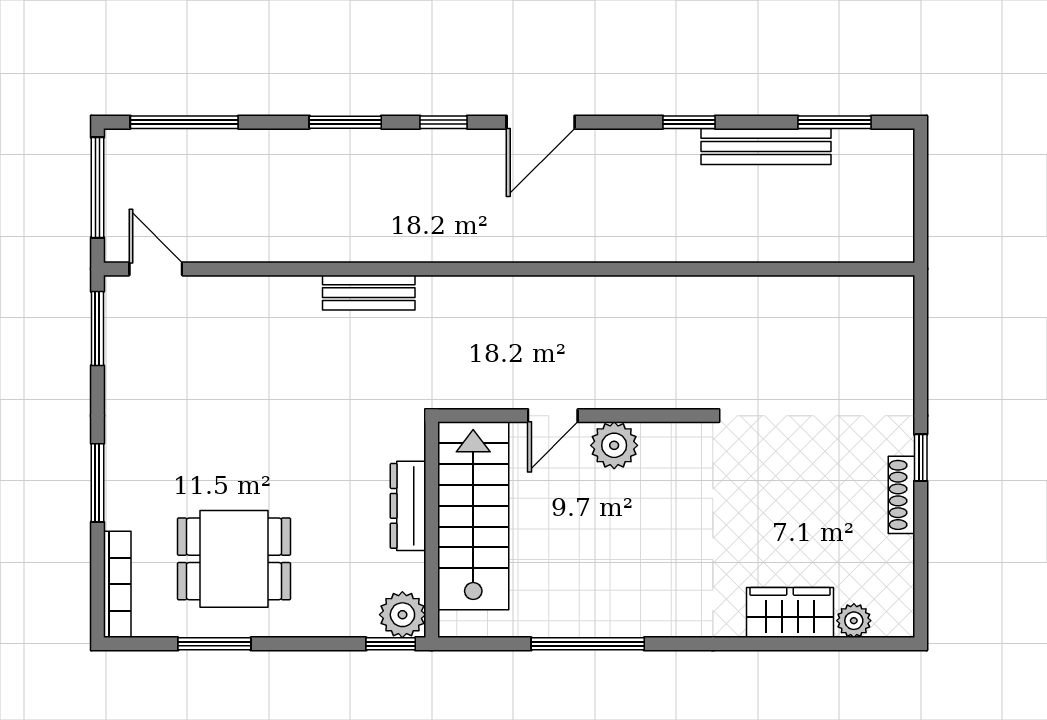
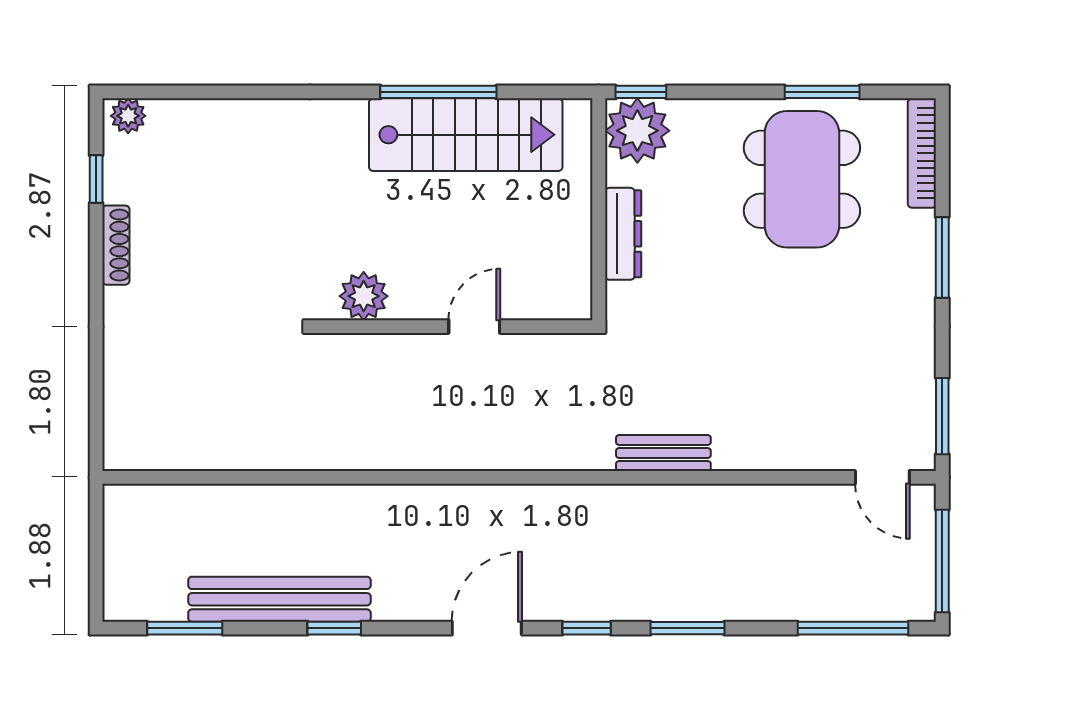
bench: (766, 146) -> (279, 599), width x1.37, depth x1.21
plant: (614, 445) -> (364, 296), moved
window: (921, 458) -> (96, 179), moved
stairs: (473, 516) -> (466, 135), moved, turned -90
dining table: (234, 559) -> (802, 179), width x1.38
wardrobe: (790, 613) -> (230, 124), removed
plant: (402, 615) -> (637, 131), width x1.36, depth x1.36
plant: (854, 621) -> (128, 116), moved

